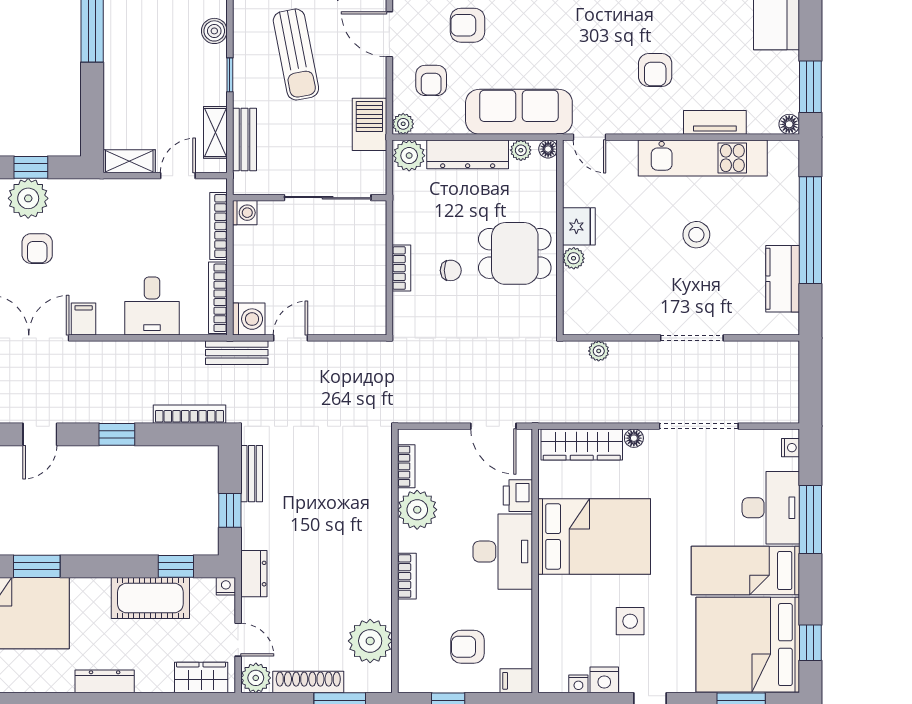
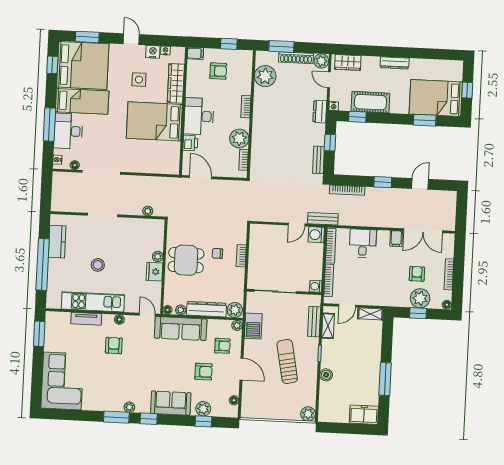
armchair: (431, 80) -> (222, 346), turned 90
floor lamp: (789, 124) -> (119, 319), moved
floor lamp: (634, 438) -> (75, 165), moved
wardrobe: (582, 444) -> (176, 83), moved, turned -90

